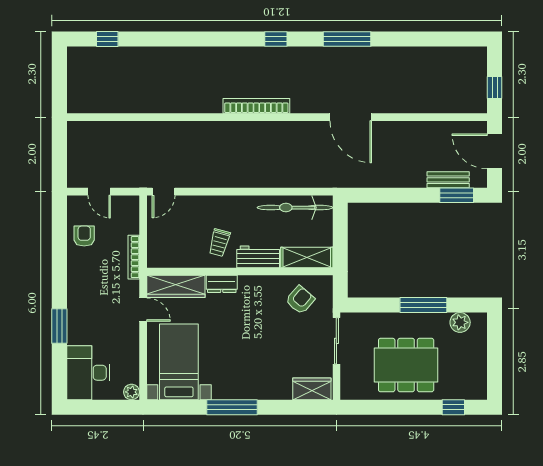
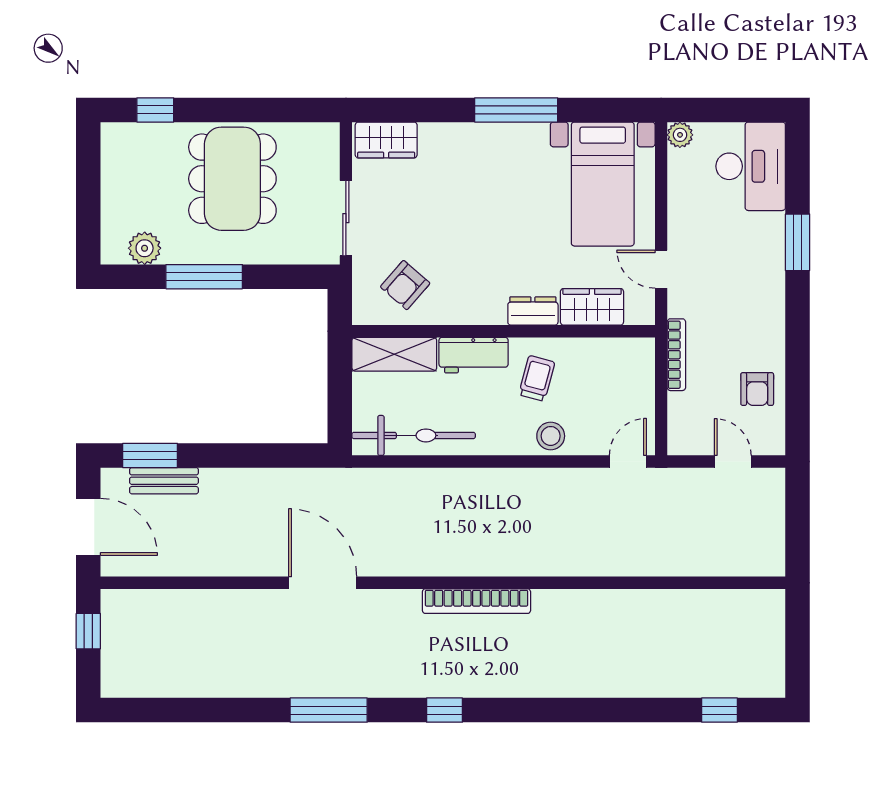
stool: (211, 207) -> (551, 436), added
wardrobe: (176, 286) -> (592, 307), width x0.67
dining table: (406, 365) -> (232, 179), turned 90

